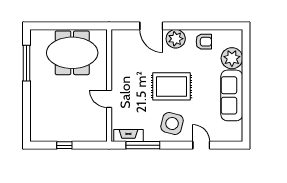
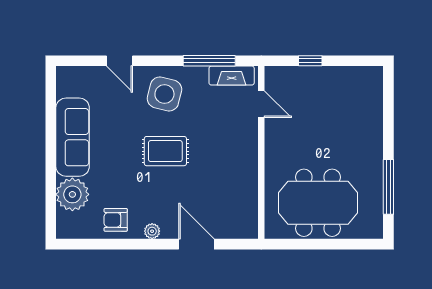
plant: (176, 39) -> (152, 231), width x0.53, depth x0.53
rug: (171, 86) -> (165, 151), width x0.73, depth x0.70
door: (109, 99) -> (261, 104), moved
window: (64, 145) -> (310, 61), moved

